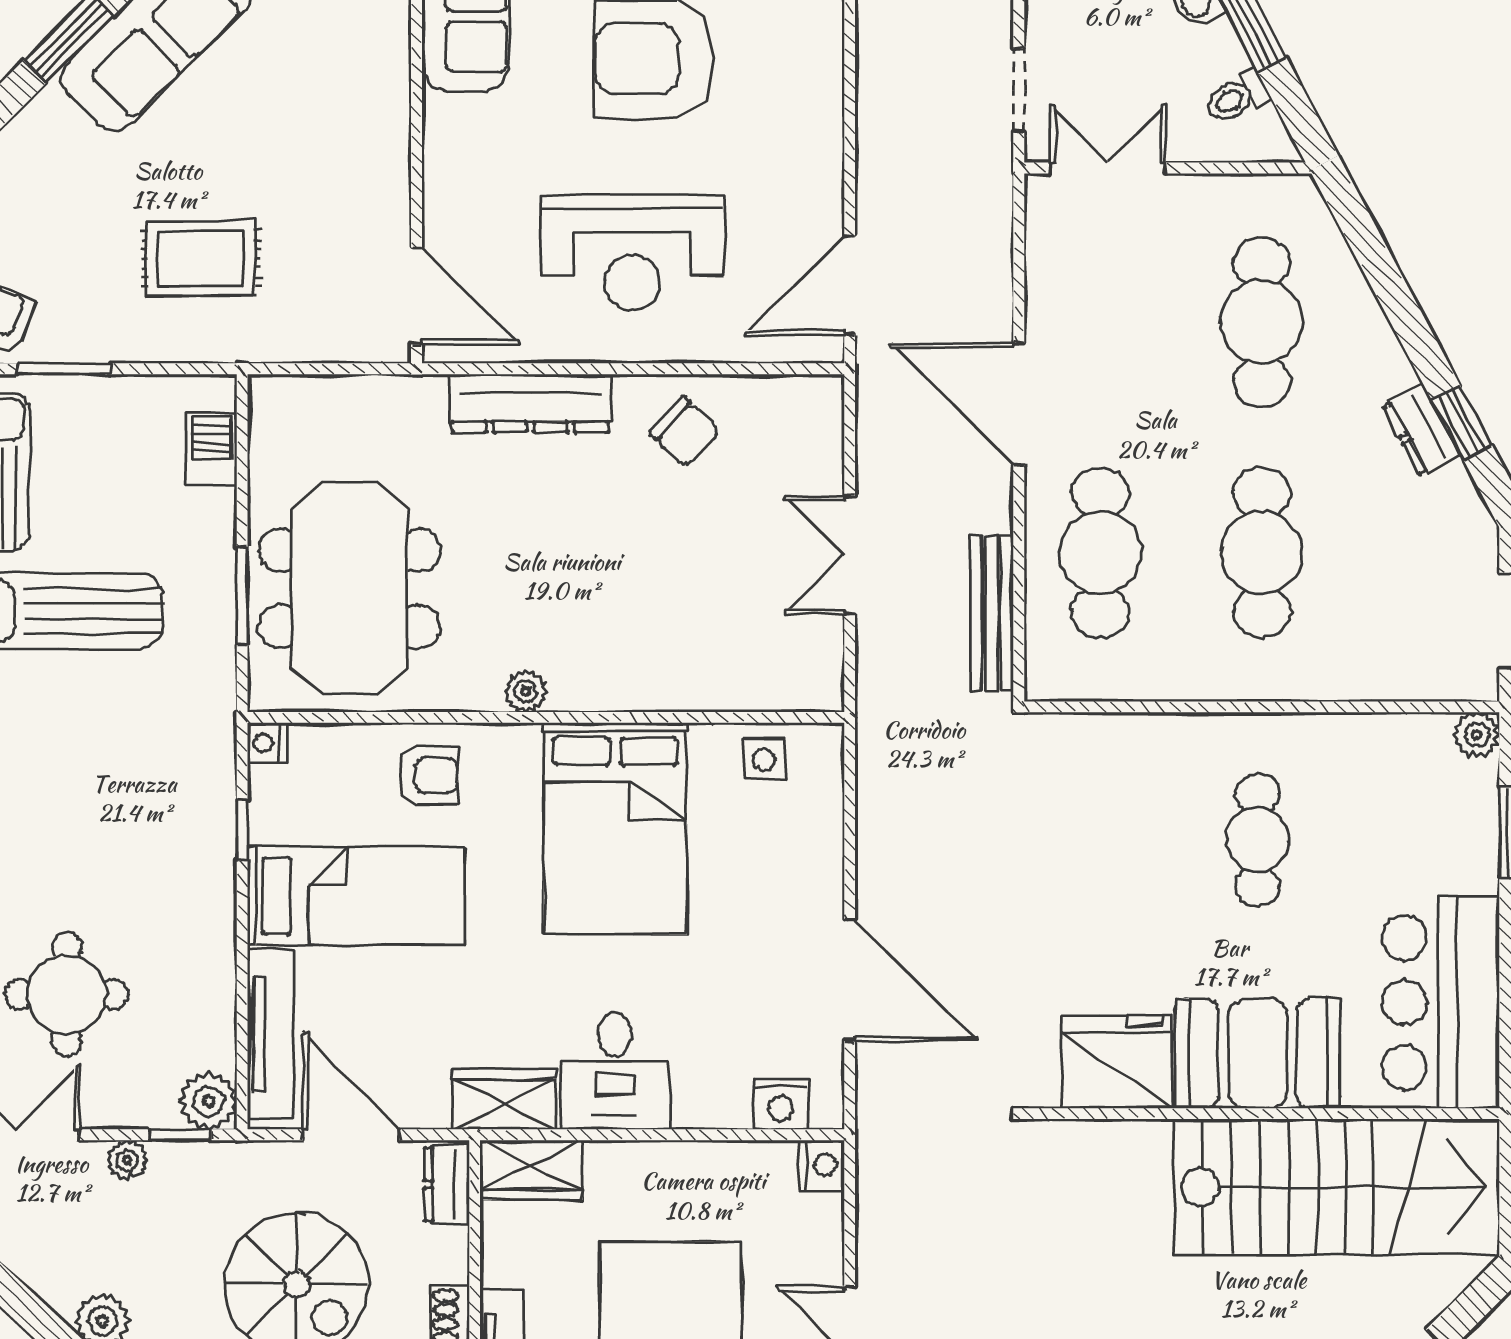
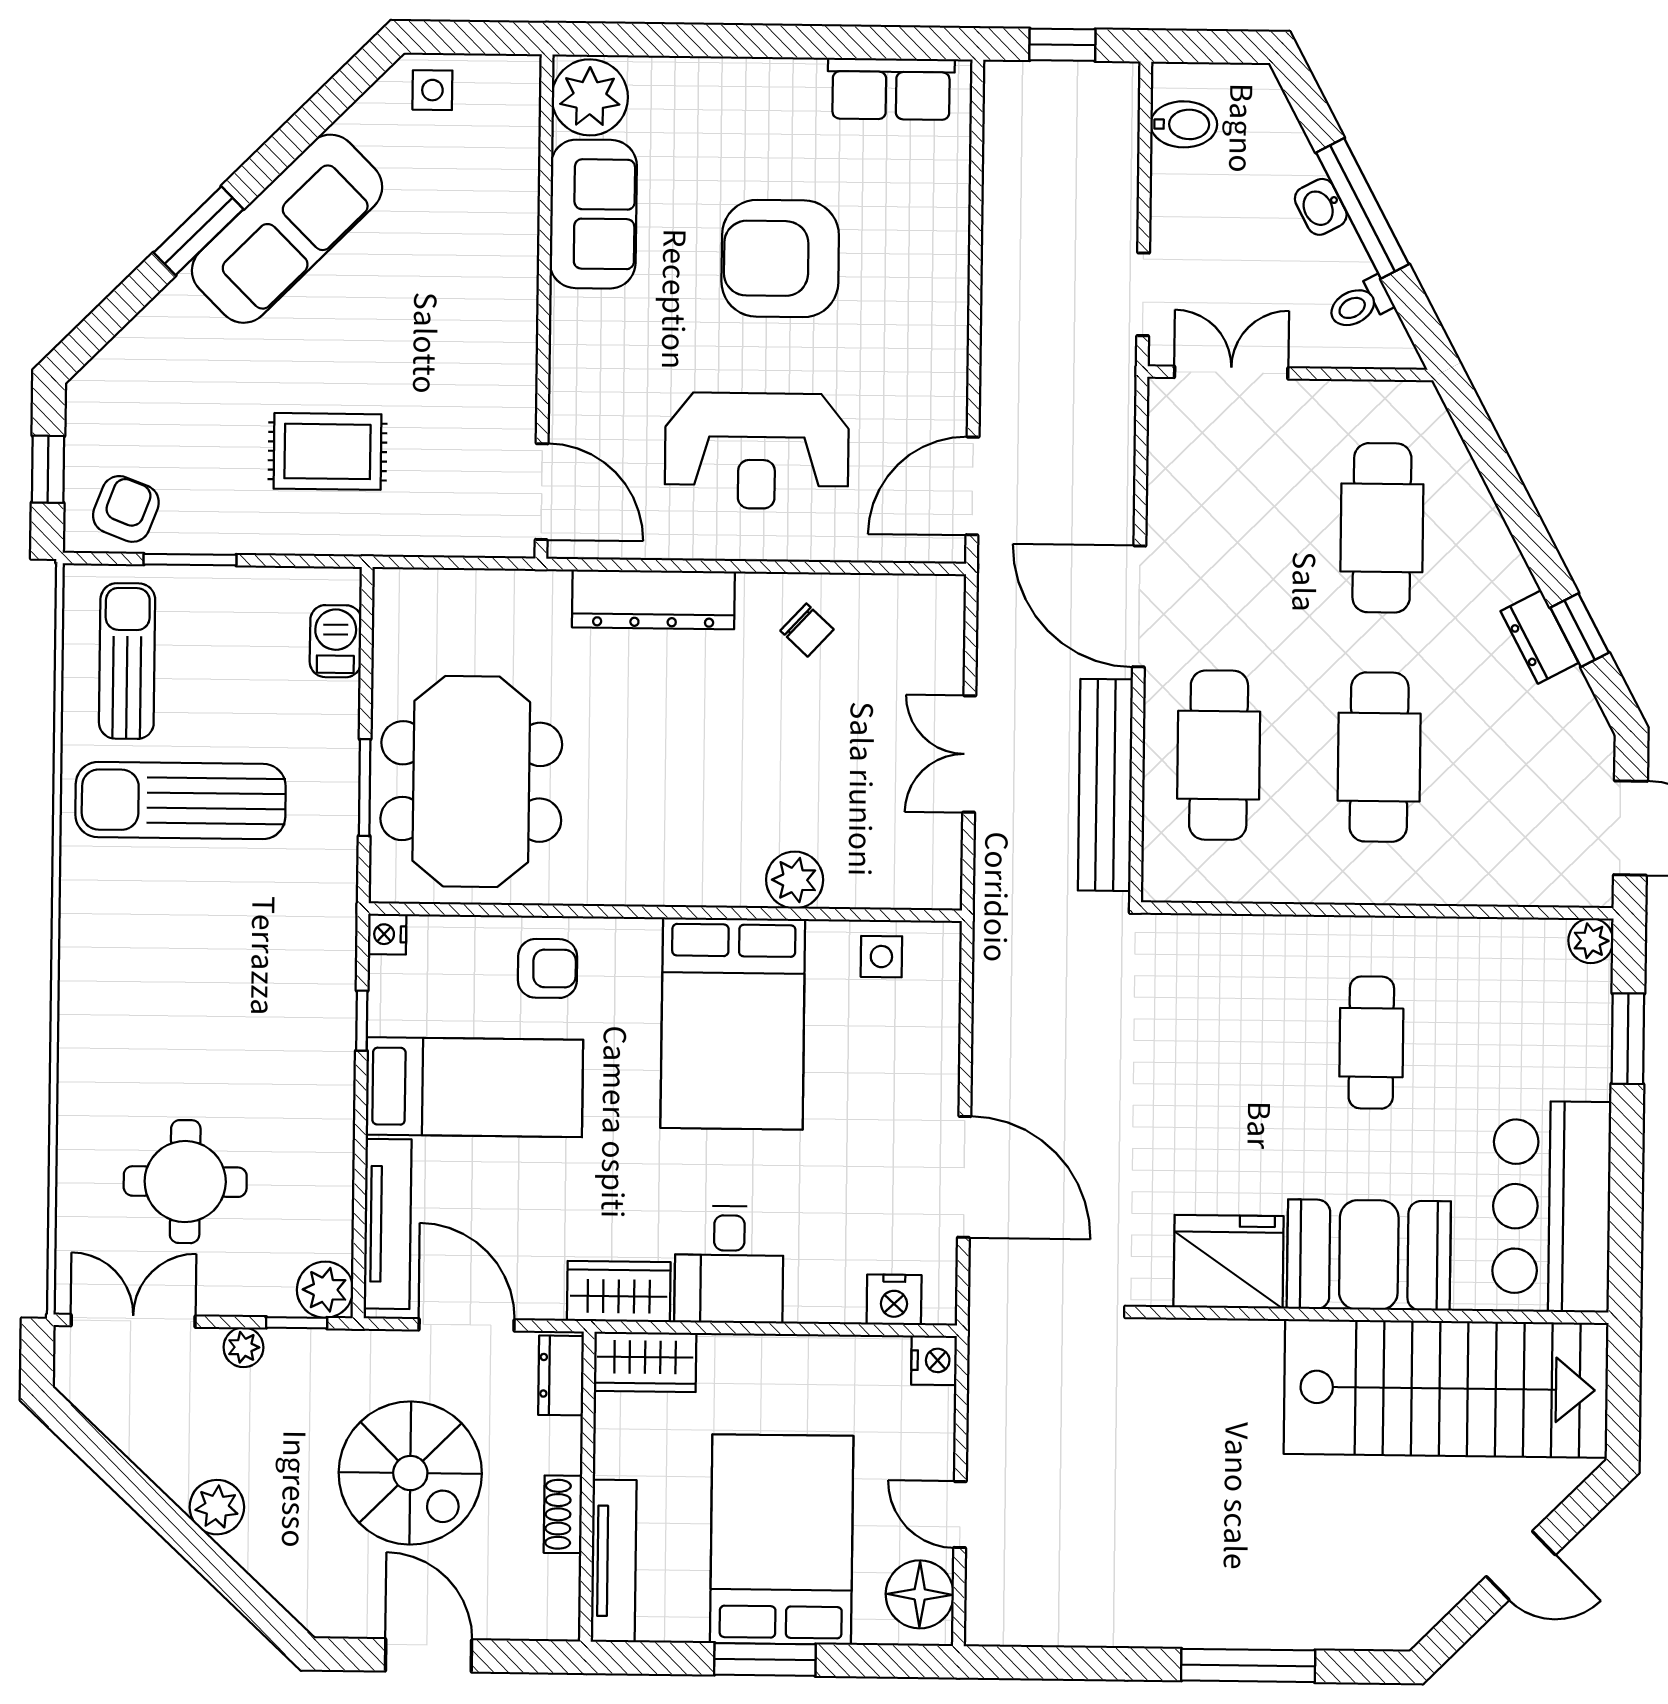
chair: (685, 432) -> (807, 630), width x0.73, depth x0.73
bench: (992, 613) -> (1105, 785), width x1.37, depth x1.21
plant: (526, 691) -> (795, 880), moved, width x1.38, depth x1.38

